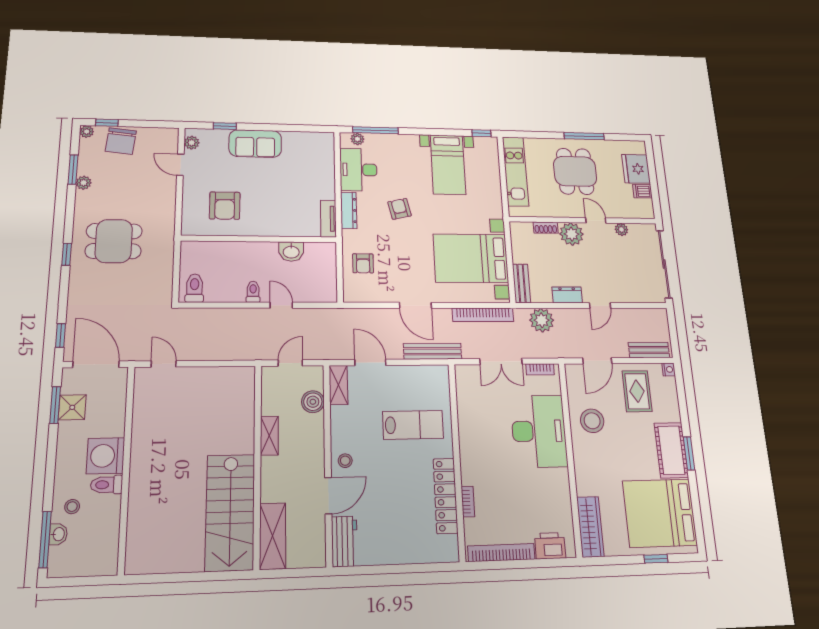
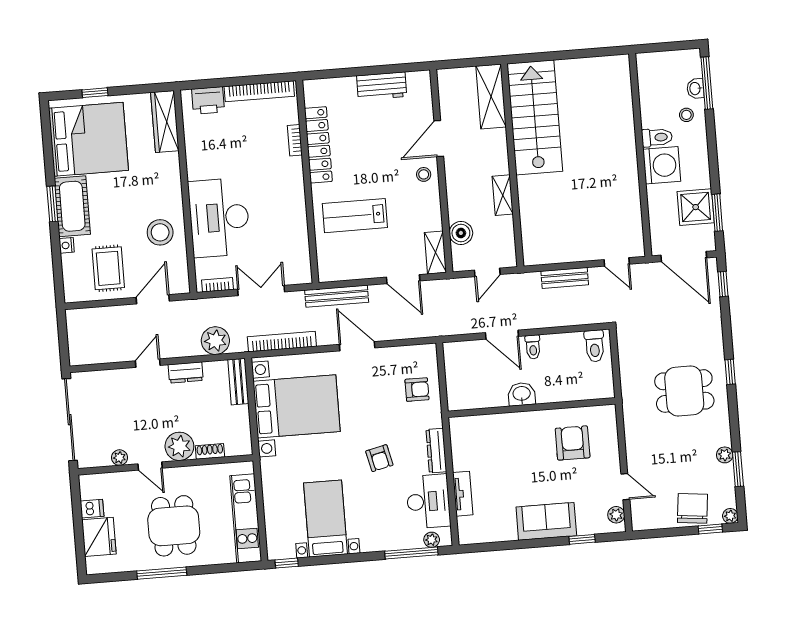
tv unit: (328, 219) -> (463, 494), moved
washbasin: (291, 252) -> (522, 394), moved
armchair: (363, 263) -> (417, 390), turned 90
door: (281, 305) -> (502, 335), width x1.37
bench: (649, 350) -> (565, 278), moved
nightstand: (669, 369) -> (67, 245), moved
shower: (72, 407) -> (696, 207), width x1.36, depth x1.36
workbench: (344, 541) -> (382, 86), moved, turned -90

